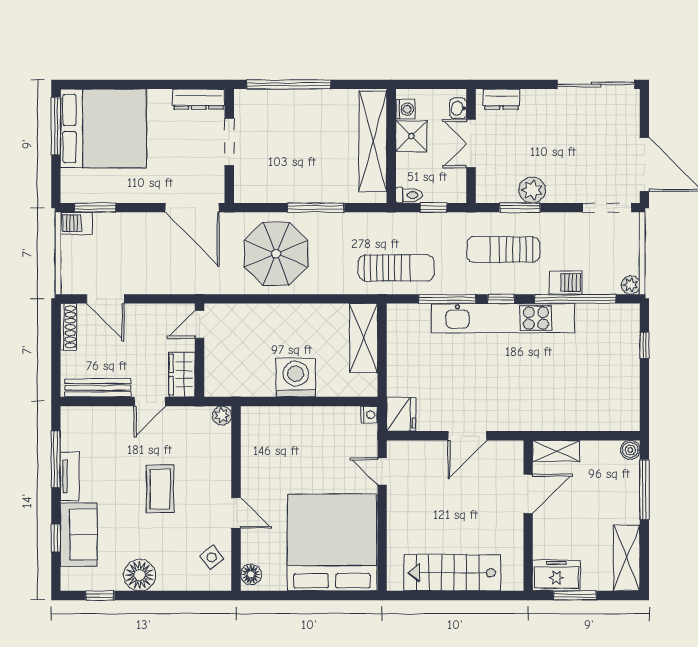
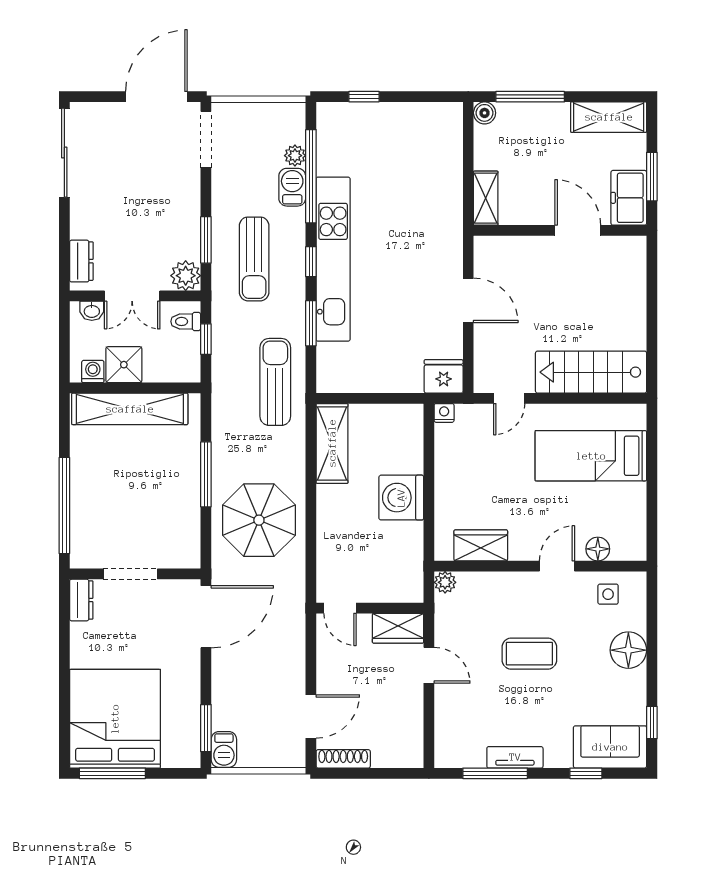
dresser: (199, 99) -> (81, 600), width x0.70
plant: (532, 190) -> (186, 276), moved
toilet: (409, 195) -> (186, 321), moved, turned -90
plant: (631, 285) -> (295, 156), moved
window: (447, 299) -> (311, 323), width x0.69
shelving: (364, 338) -> (332, 443), moved, turned 90
bench: (98, 388) -> (413, 725), removed
wardrobe: (254, 447) -> (481, 545), added
door: (528, 494) -> (578, 230), moved
sofa: (79, 534) -> (610, 747), moved
bed: (332, 542) -> (591, 456), width x0.49
side table: (212, 557) -> (608, 594), turned 38
stairs: (452, 573) -> (591, 372), moved, turned 90
floor lamp: (251, 574) -> (598, 549), moved
floor lamp: (140, 575) -> (628, 650), moved

